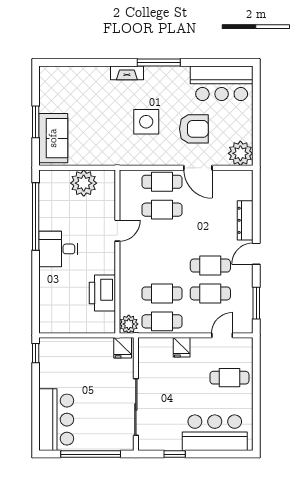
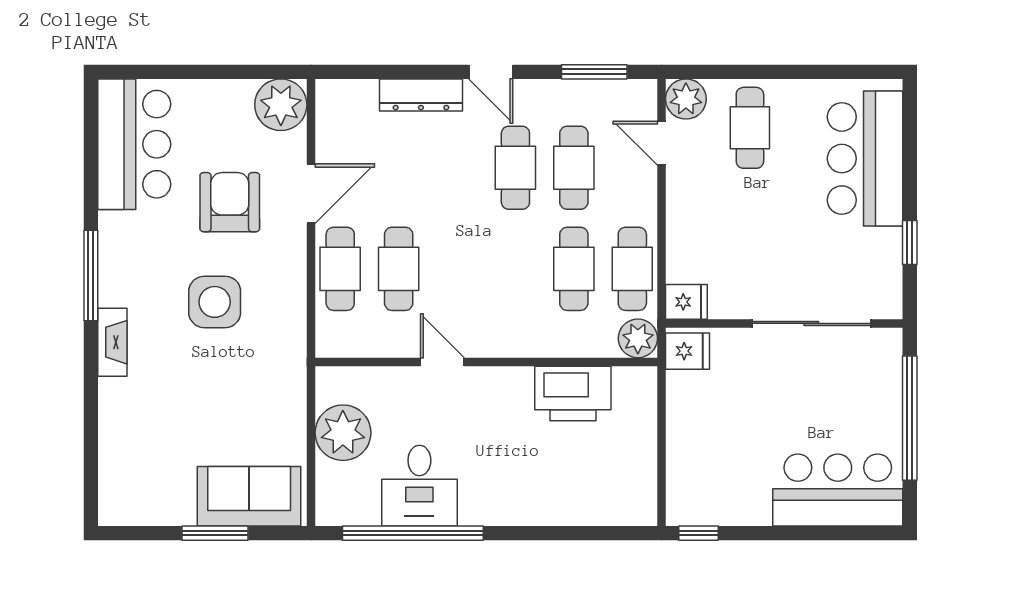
desk: (58, 249) -> (419, 486), moved
fridge: (182, 347) -> (686, 302), moved
plant: (243, 347) -> (686, 99), added

